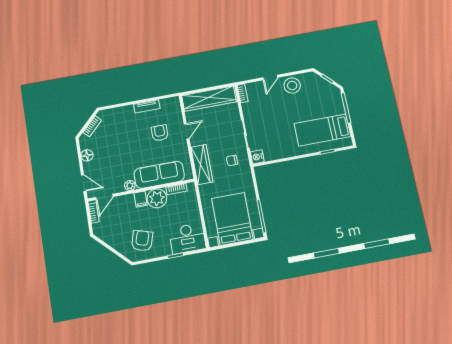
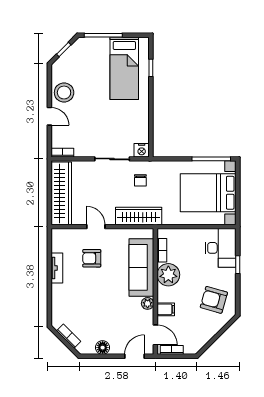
filing cabinet: (141, 199) -> (166, 309), moved

